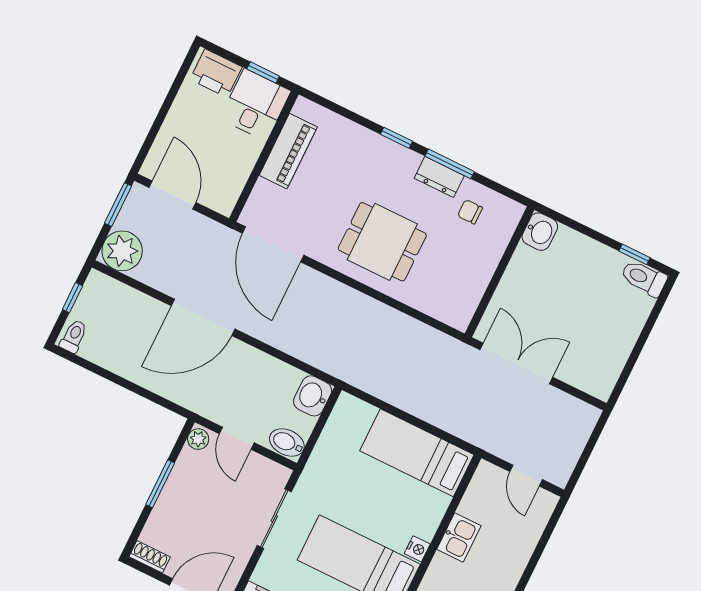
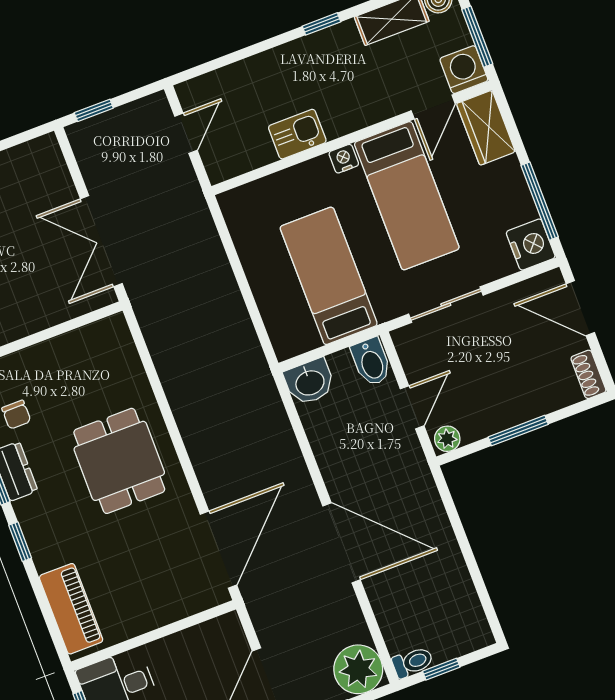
piano: (288, 151) -> (71, 609), moved, turned 90
toilet: (74, 336) -> (413, 662), moved, turned 180
window: (594, 438) -> (94, 110), added
bed: (417, 453) -> (329, 276), moved, turned 180

